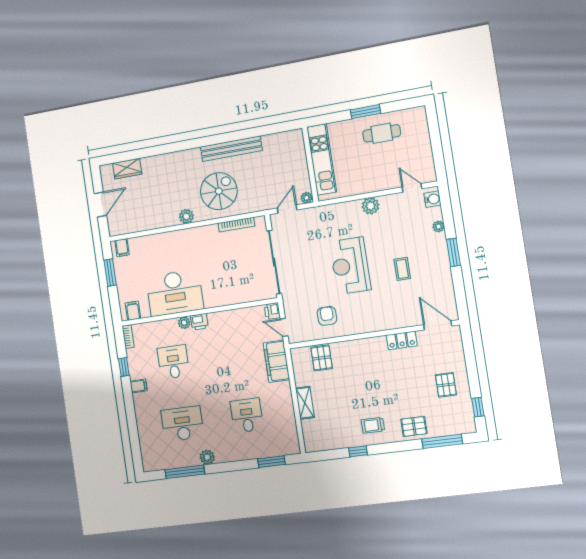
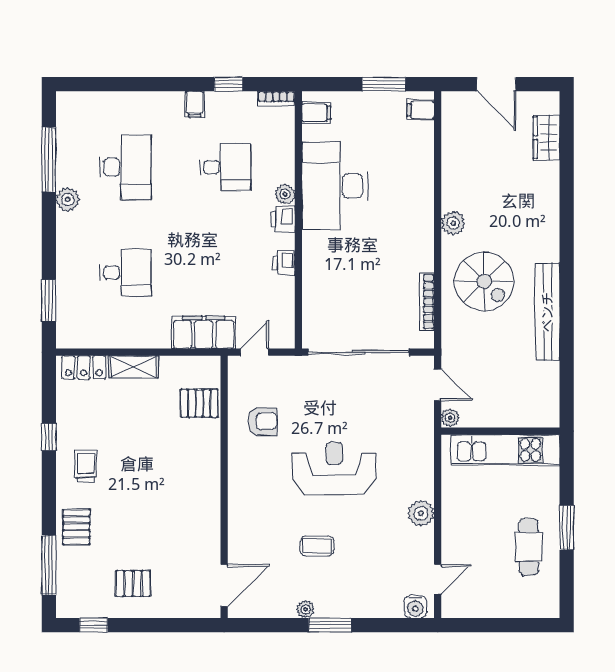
plant: (439, 226) -> (306, 609), moved
printer: (272, 311) -> (284, 263), moved, turned -90
locker: (402, 340) -> (84, 367), moved, turned -90

